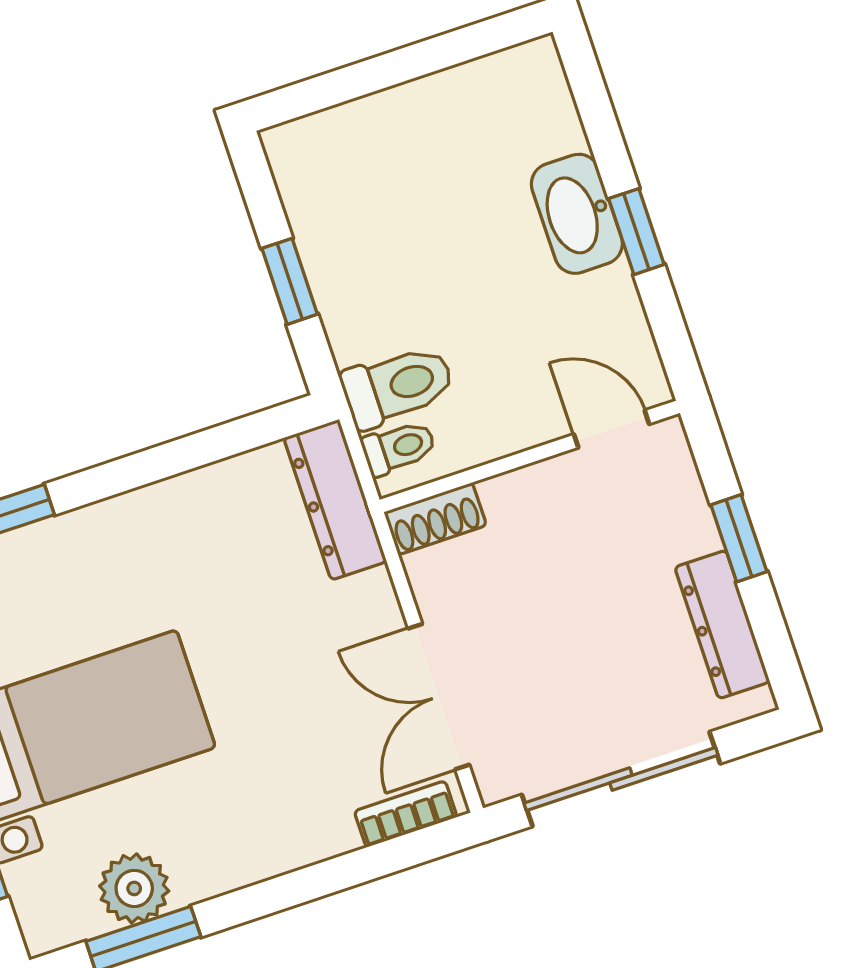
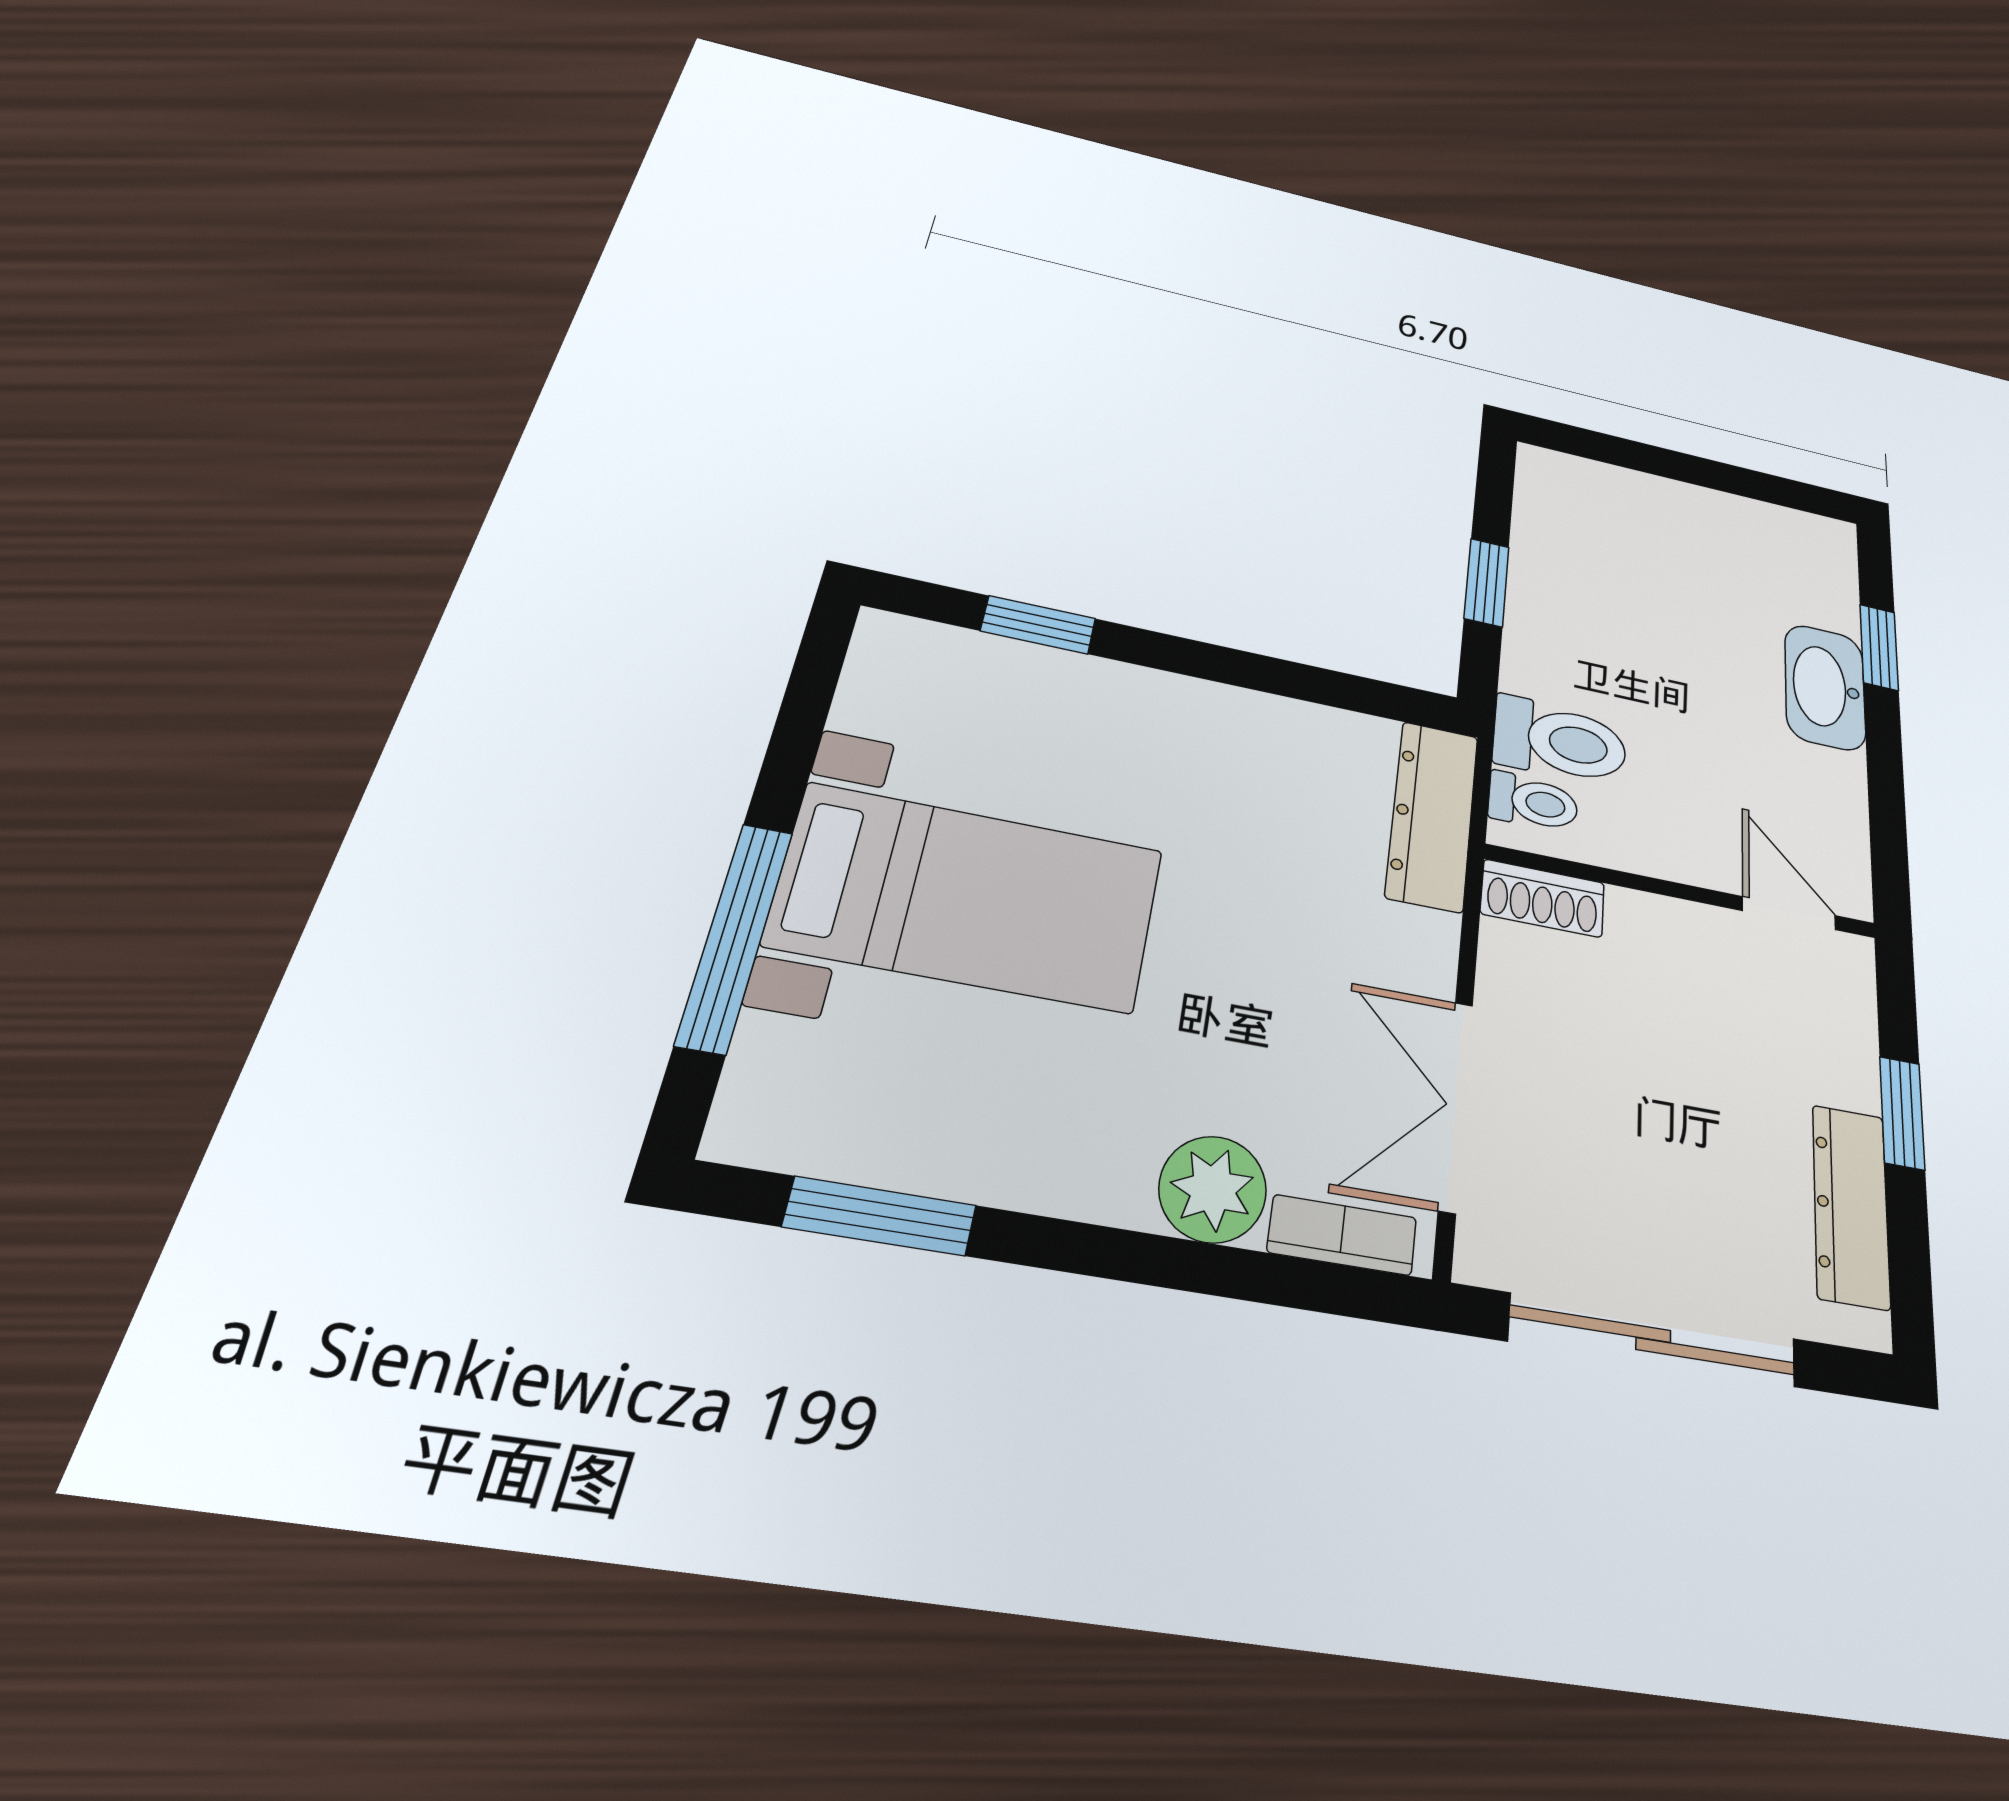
window: (636, 232) -> (1879, 647), moved
plant: (134, 888) -> (1213, 1189), moved

